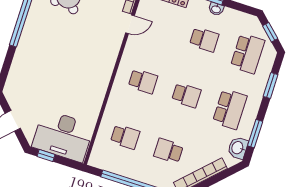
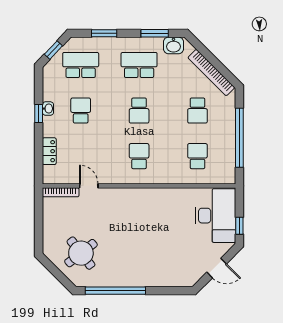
school desk: (186, 95) -> (139, 111), turned 180

